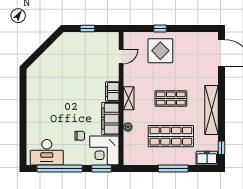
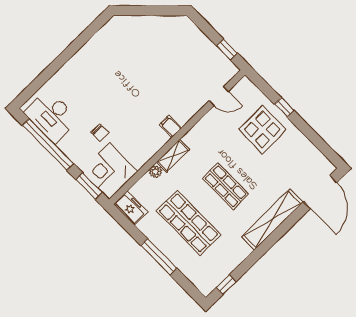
window: (88, 28) -> (227, 49), moved
filing cabinet: (112, 92) -> (170, 126), width x0.50
shelving: (129, 98) -> (173, 156), moved
shelving: (212, 110) -> (272, 219), moved
filing cabinet: (110, 119) -> (147, 146), removed
freezer: (207, 158) -> (131, 208), moved

